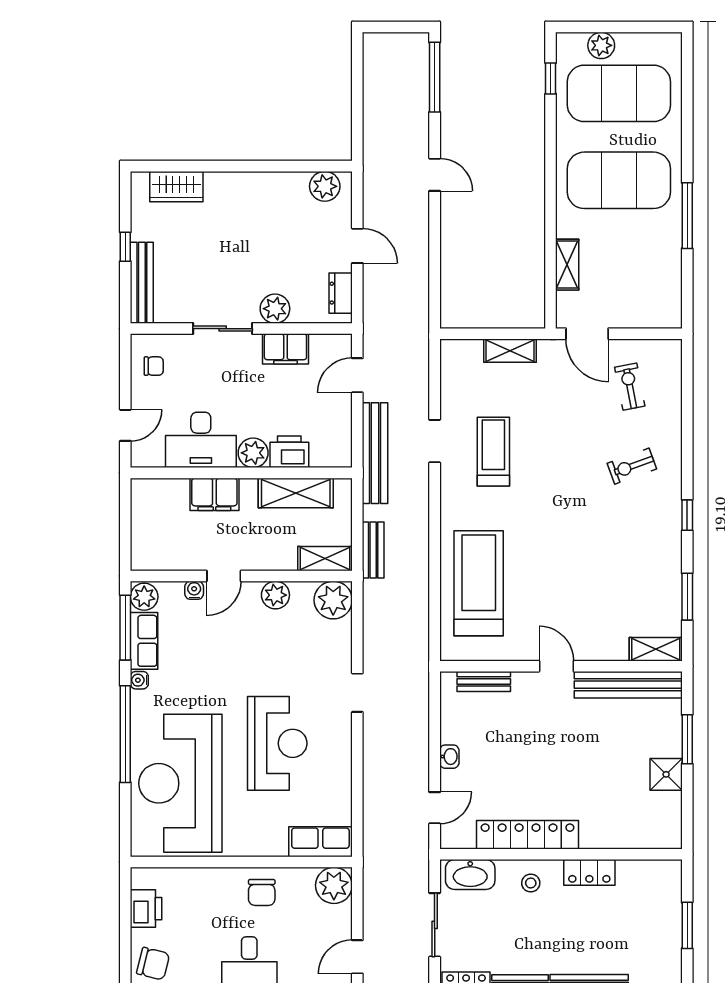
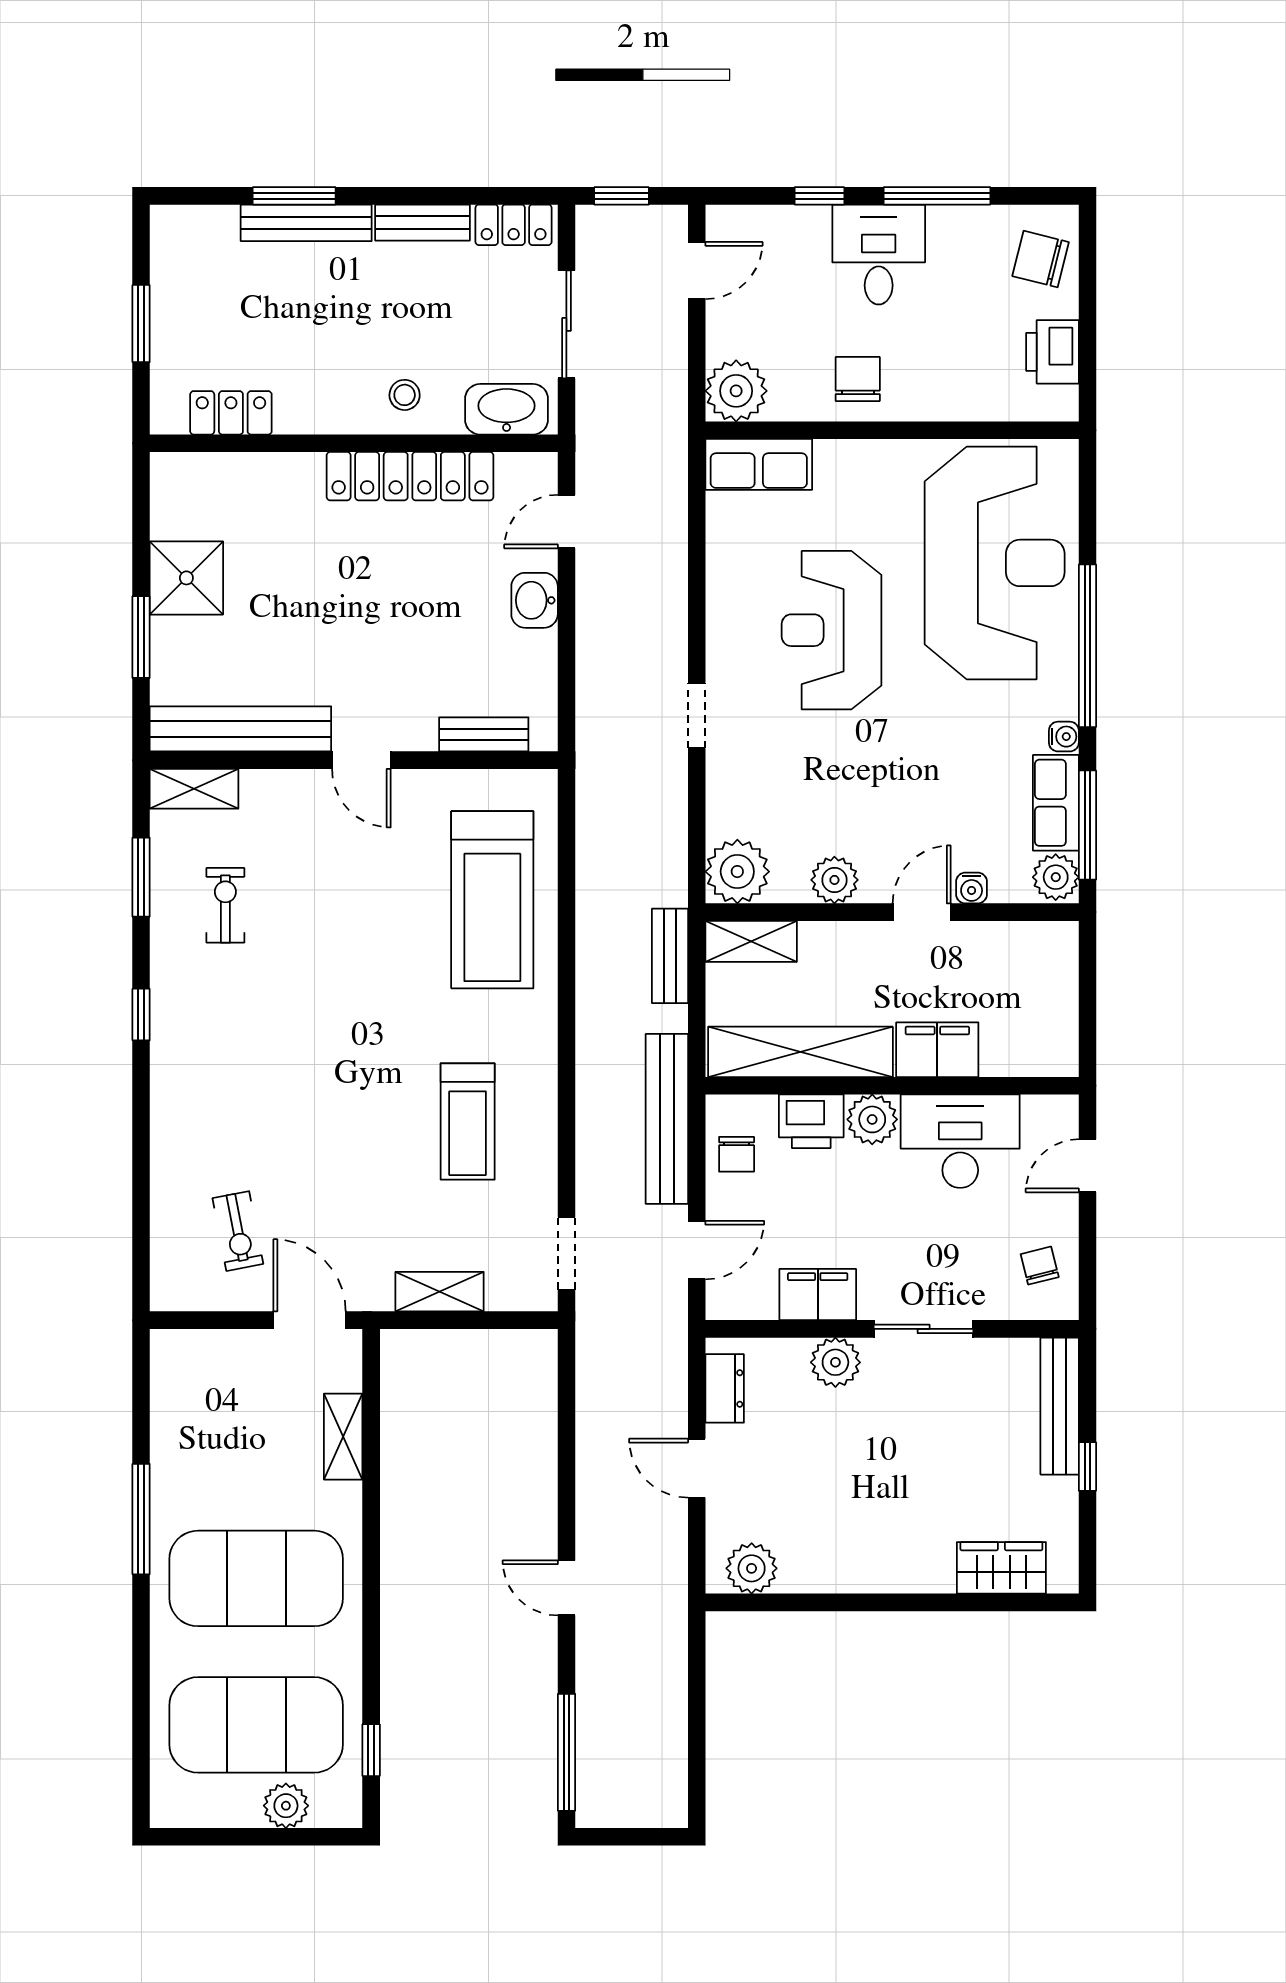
chair: (154, 366) -> (1040, 1266), turned 76
chair: (334, 432) -> (737, 1154), added
doorway: (435, 441) -> (566, 1253), moved
exercise bike: (632, 466) -> (225, 905), moved, turned -70
shelving: (296, 493) -> (800, 1052), width x1.47
washbasin: (449, 757) -> (535, 600), width x1.38, depth x1.45
shower: (666, 774) -> (186, 578), width x1.36, depth x1.36
locker: (589, 872) -> (231, 413), moved

